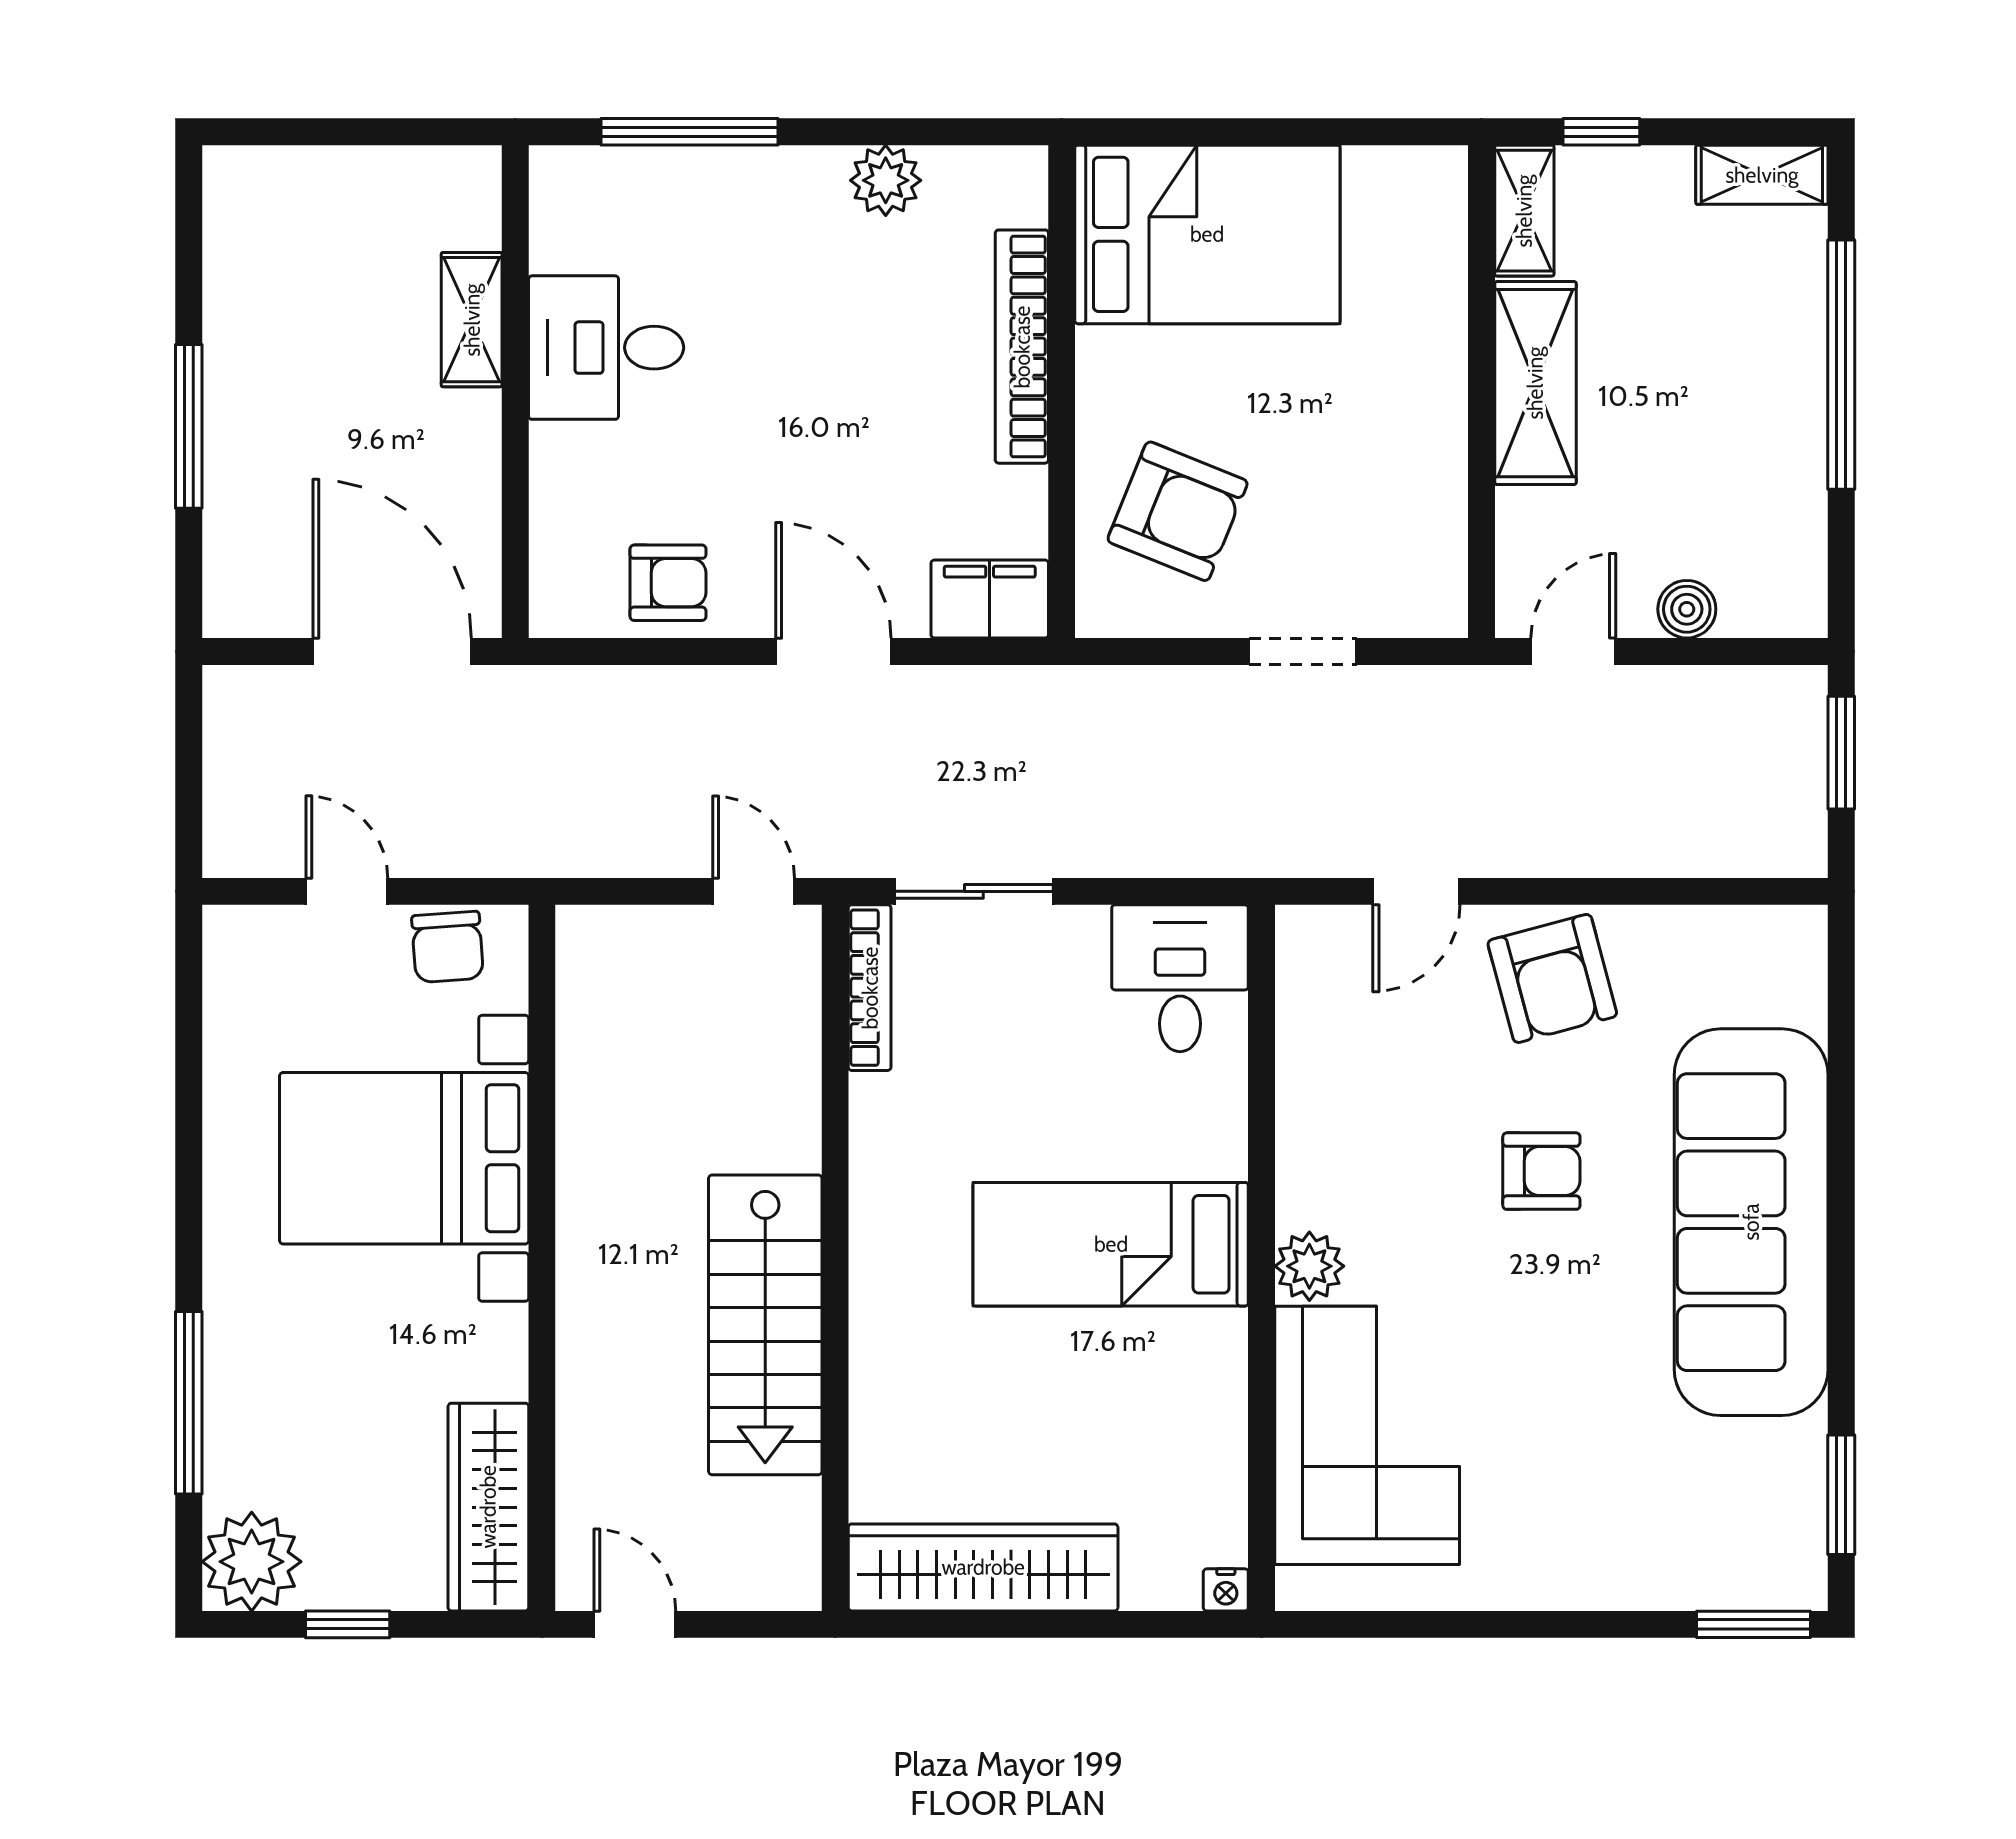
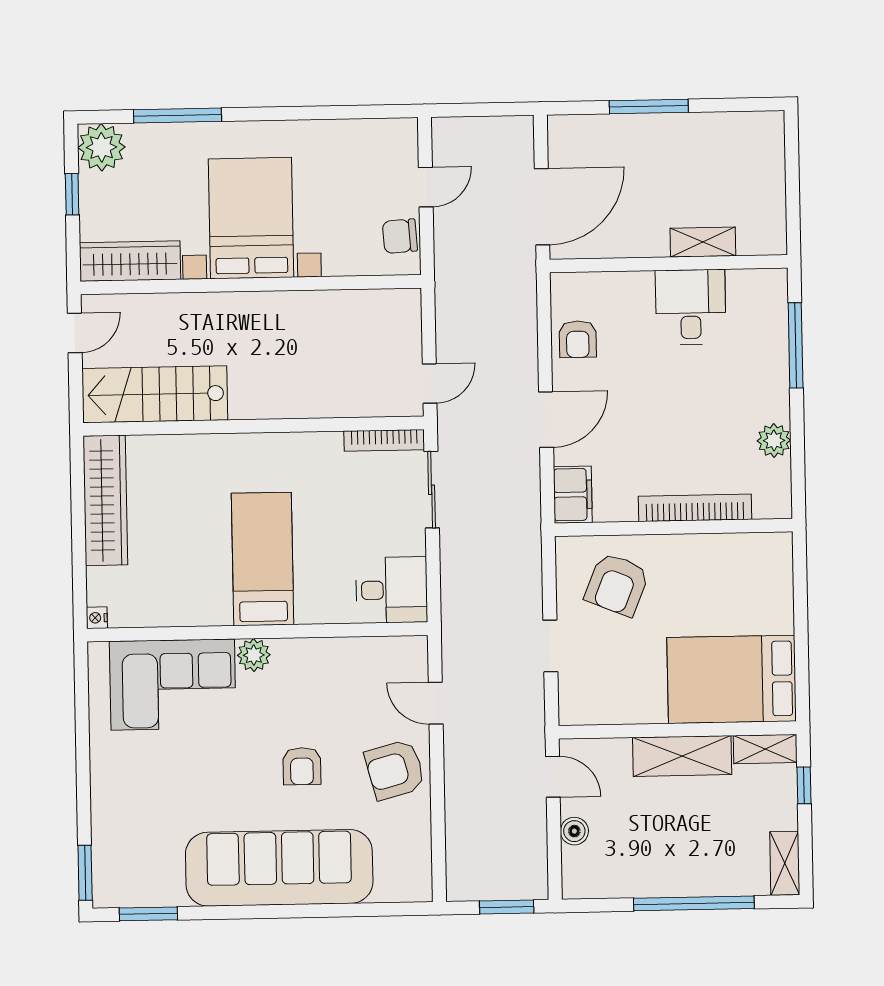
bed: (1207, 234) -> (732, 679), moved, turned 90
bed with nightstands: (404, 1158) -> (251, 218), moved
stairs: (765, 1325) -> (155, 394), moved

